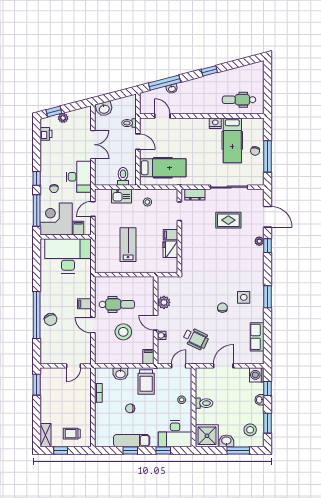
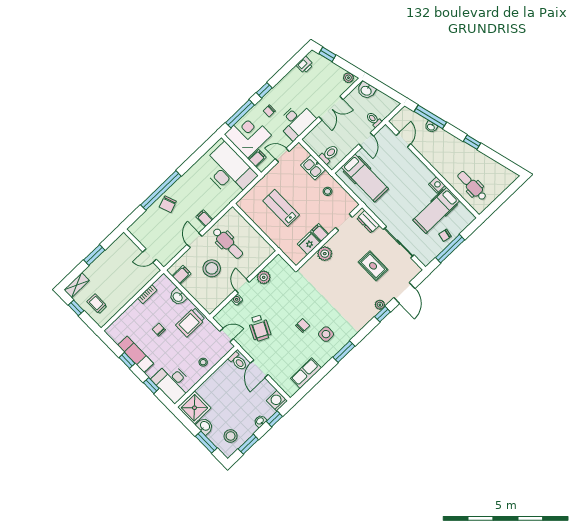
plant: (63, 118) -> (348, 78), moved
lab bench: (128, 245) -> (281, 208), turned -90
plant: (188, 245) -> (325, 254), added
filing cabinet: (148, 357) -> (181, 275), moved
door: (223, 366) -> (259, 369), swing flipped
window: (37, 385) -> (94, 255), moved
toilet: (204, 403) -> (238, 361), moved

